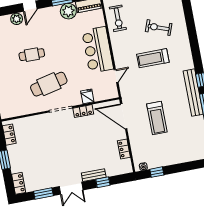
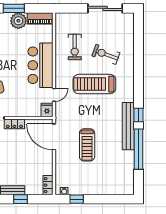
exercise bike: (118, 18) -> (75, 47), moved
treadmill: (153, 58) -> (94, 84), width x1.37, depth x1.38
fridge: (87, 96) -> (47, 110), moved
locker: (124, 149) -> (48, 185), moved

